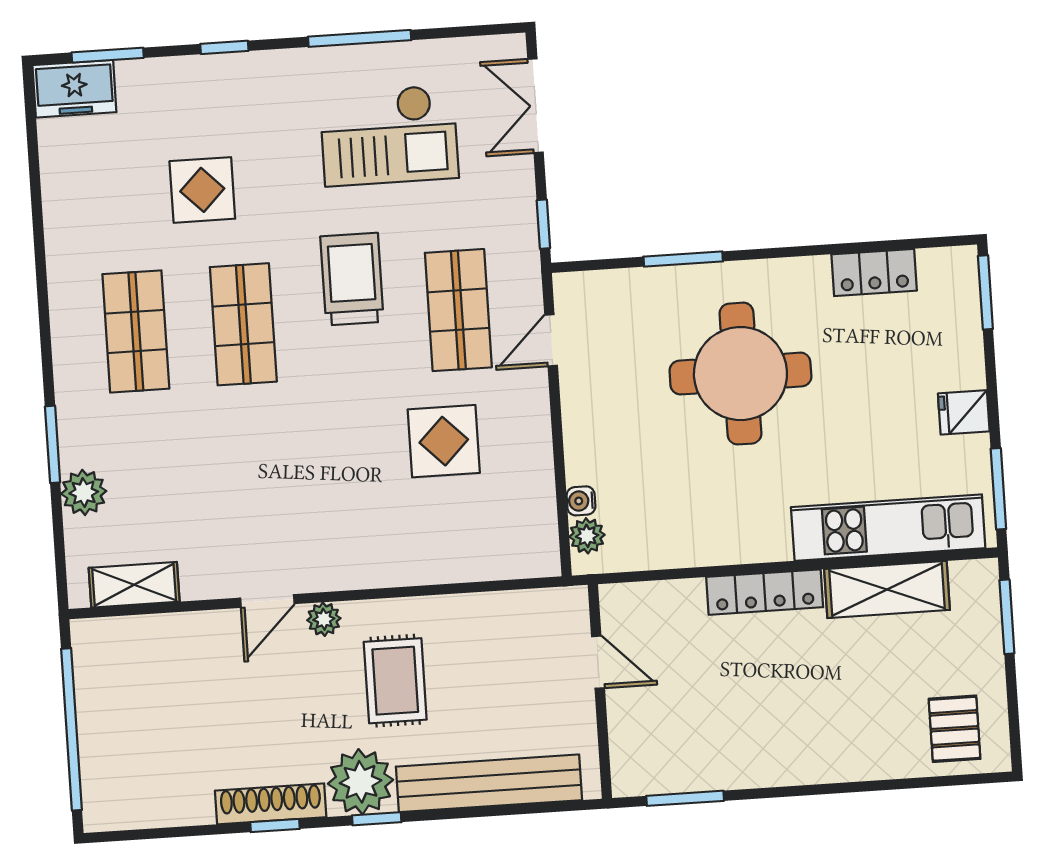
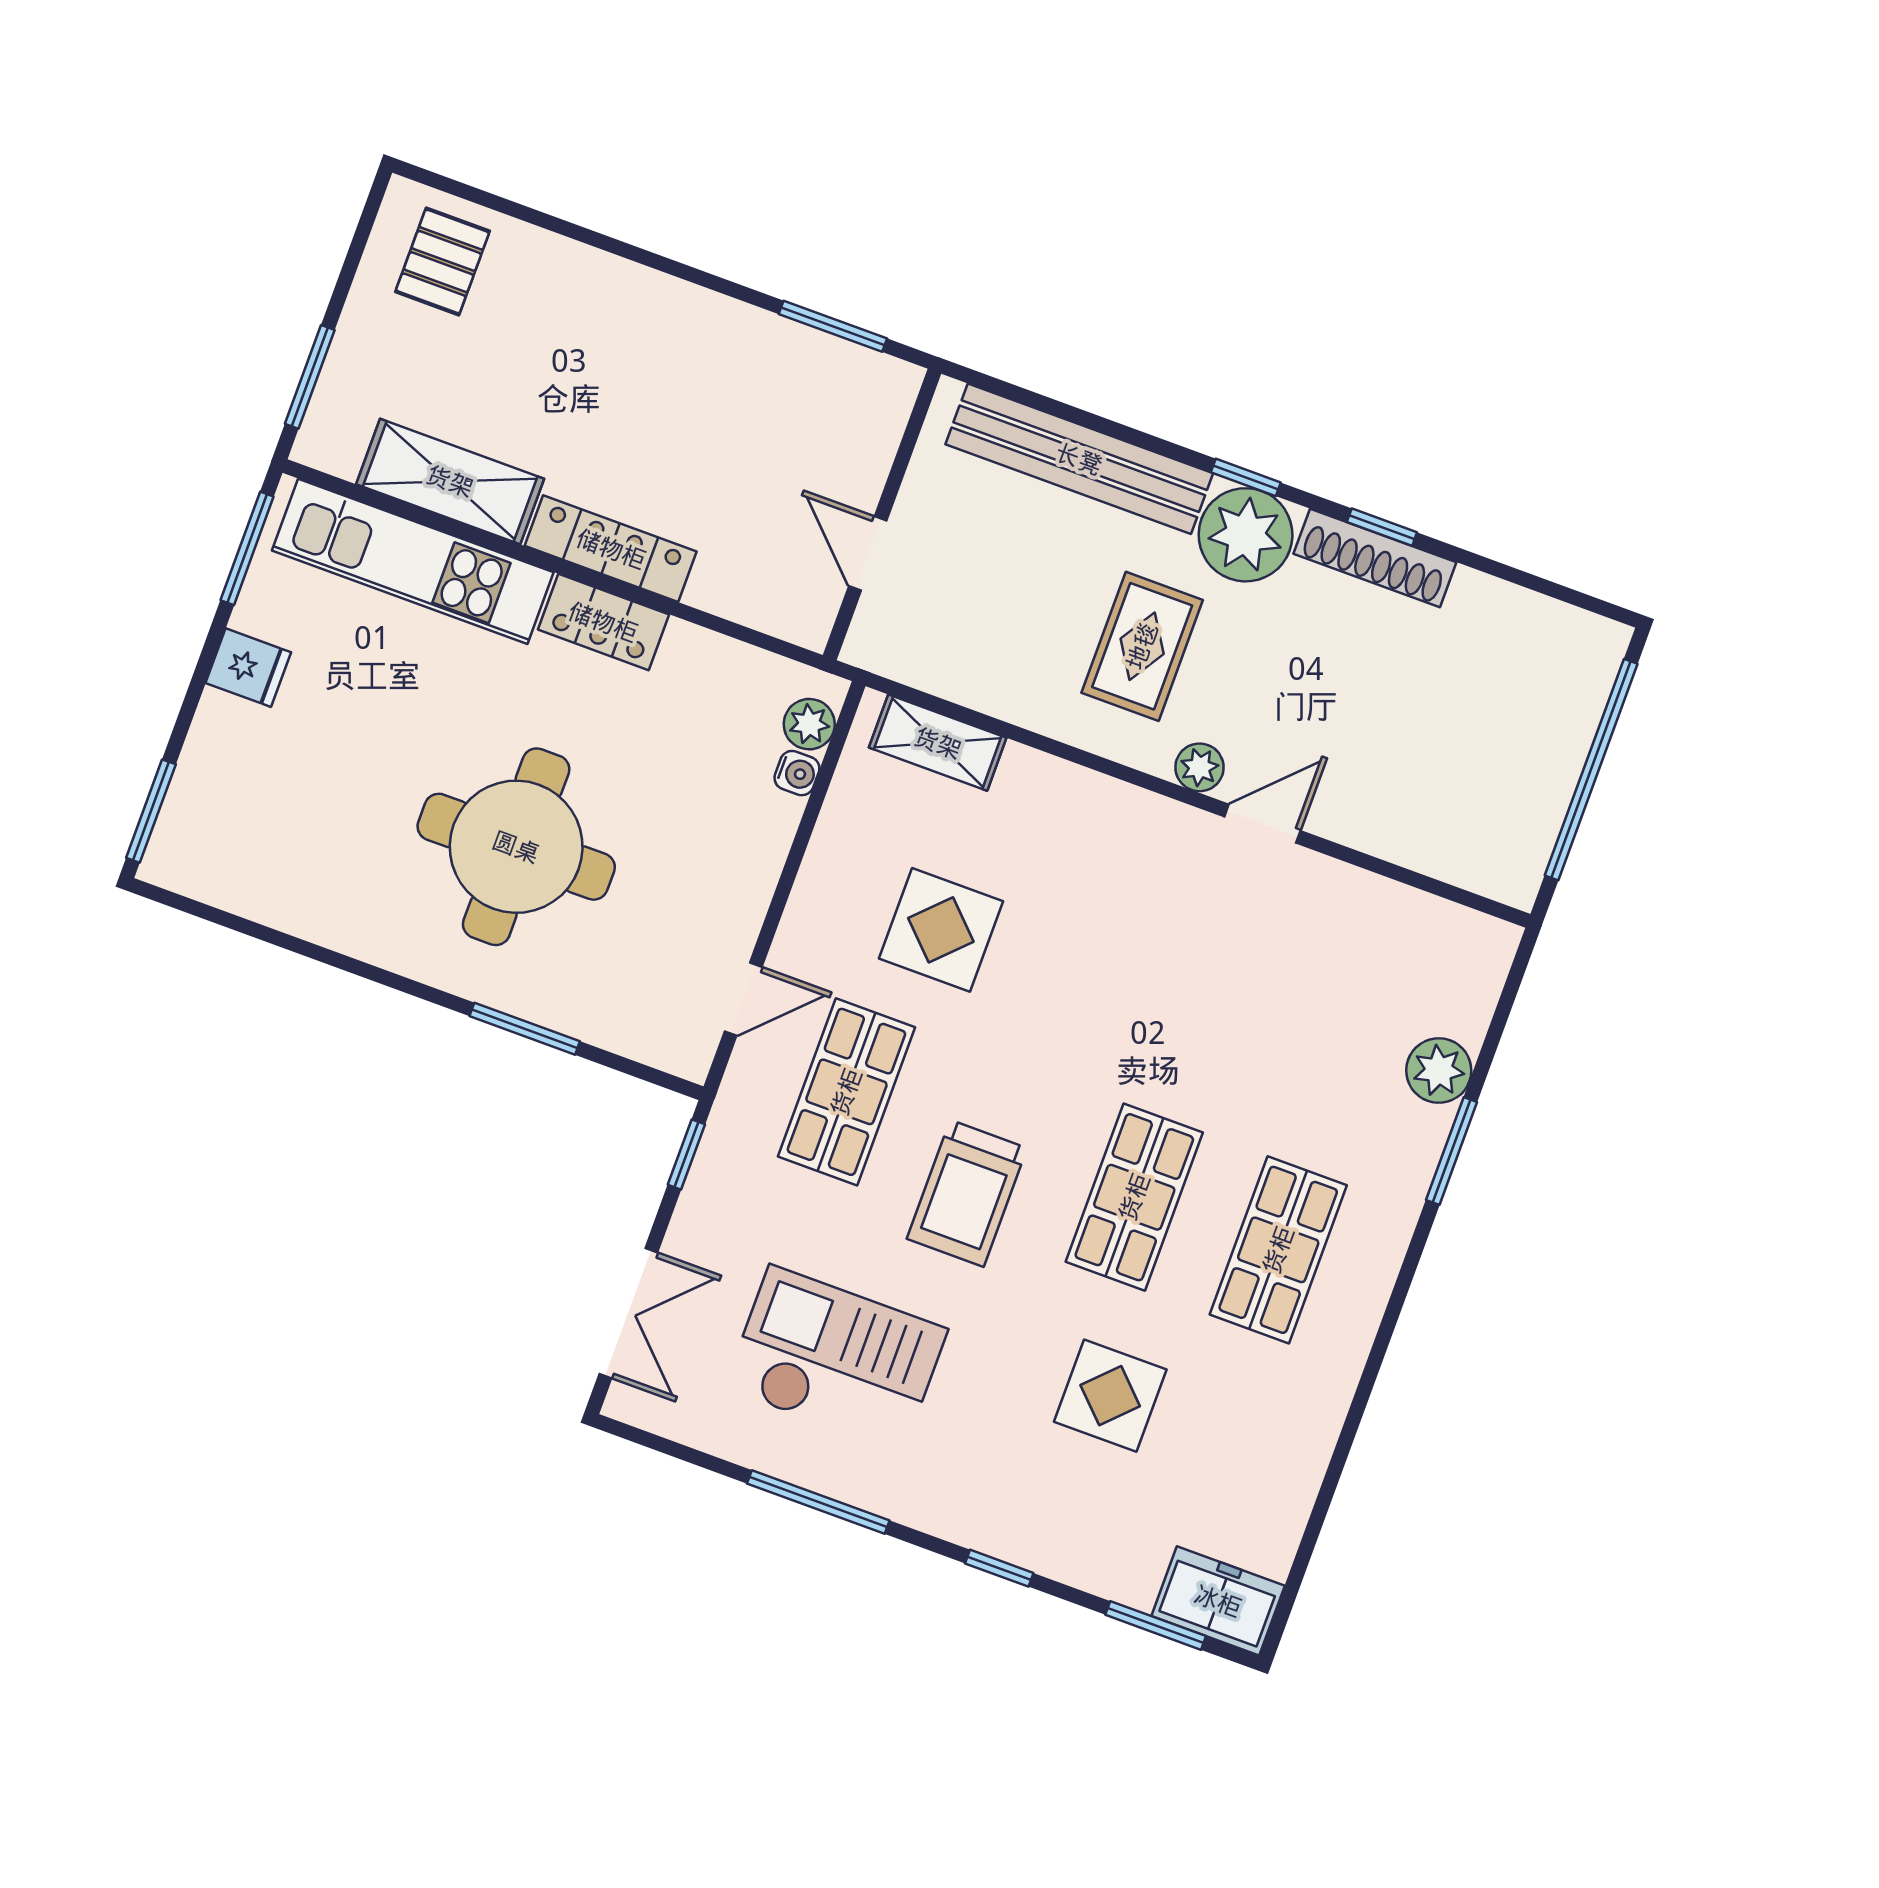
locker: (874, 272) -> (603, 622), moved, turned 180
shelving: (134, 585) -> (938, 743), moved

